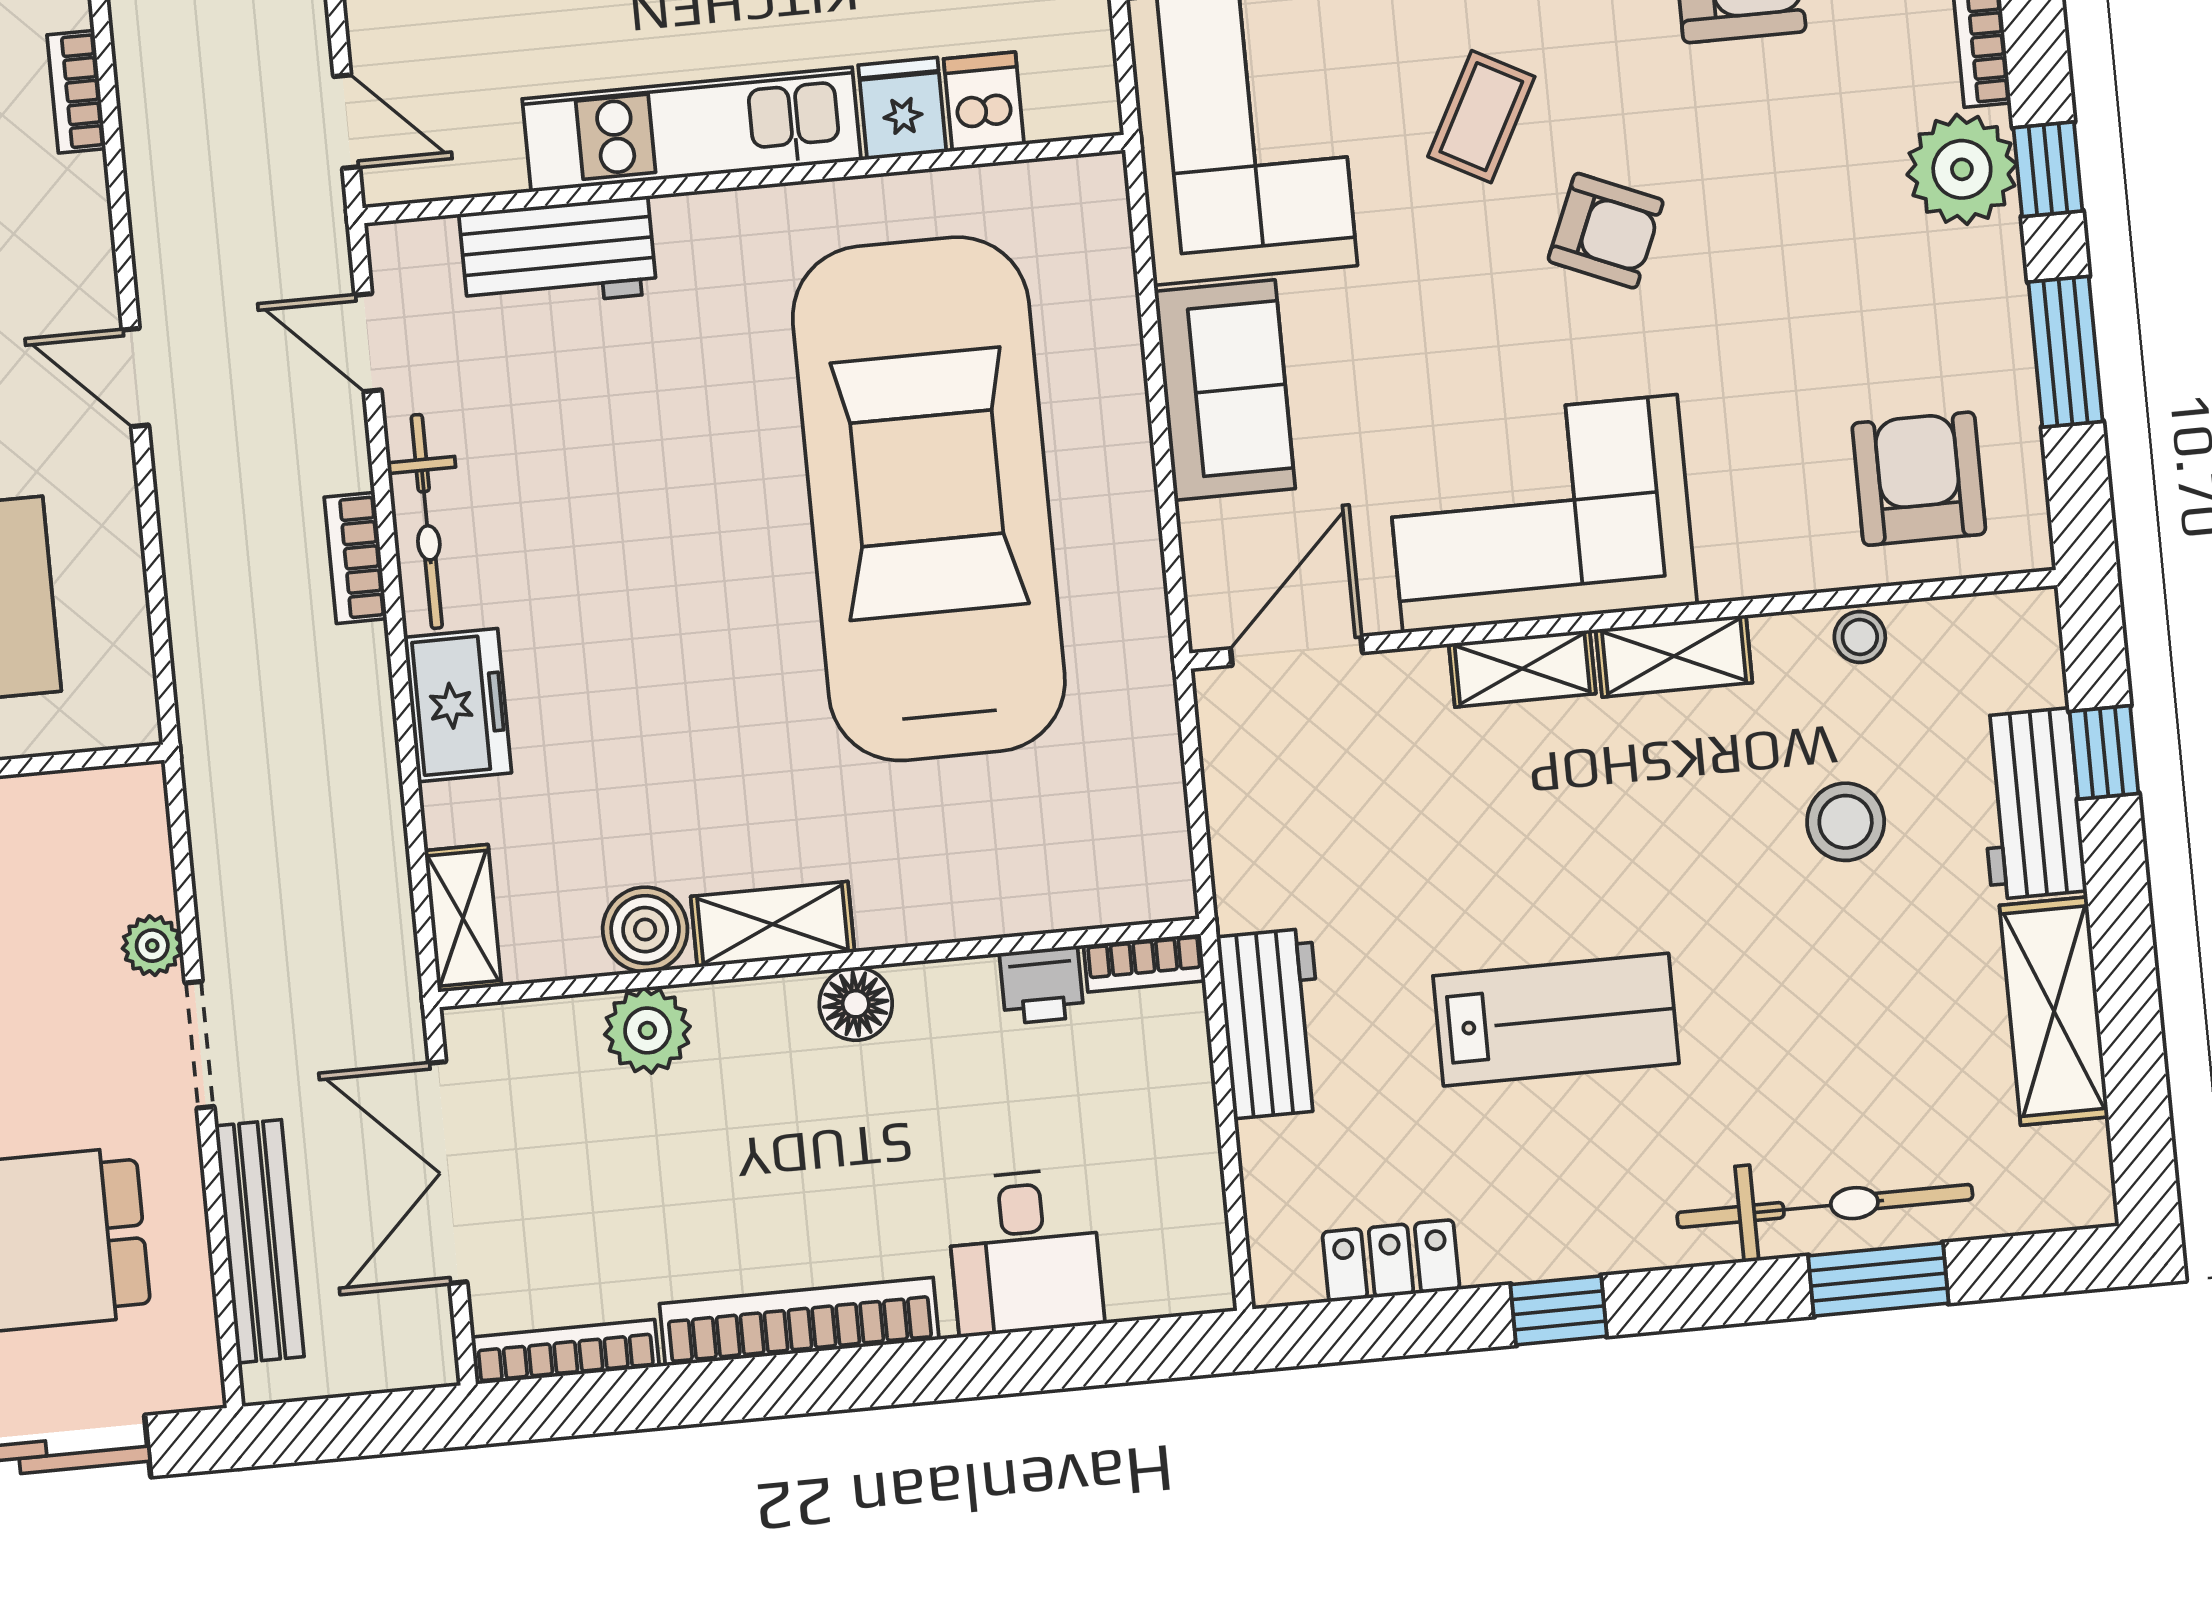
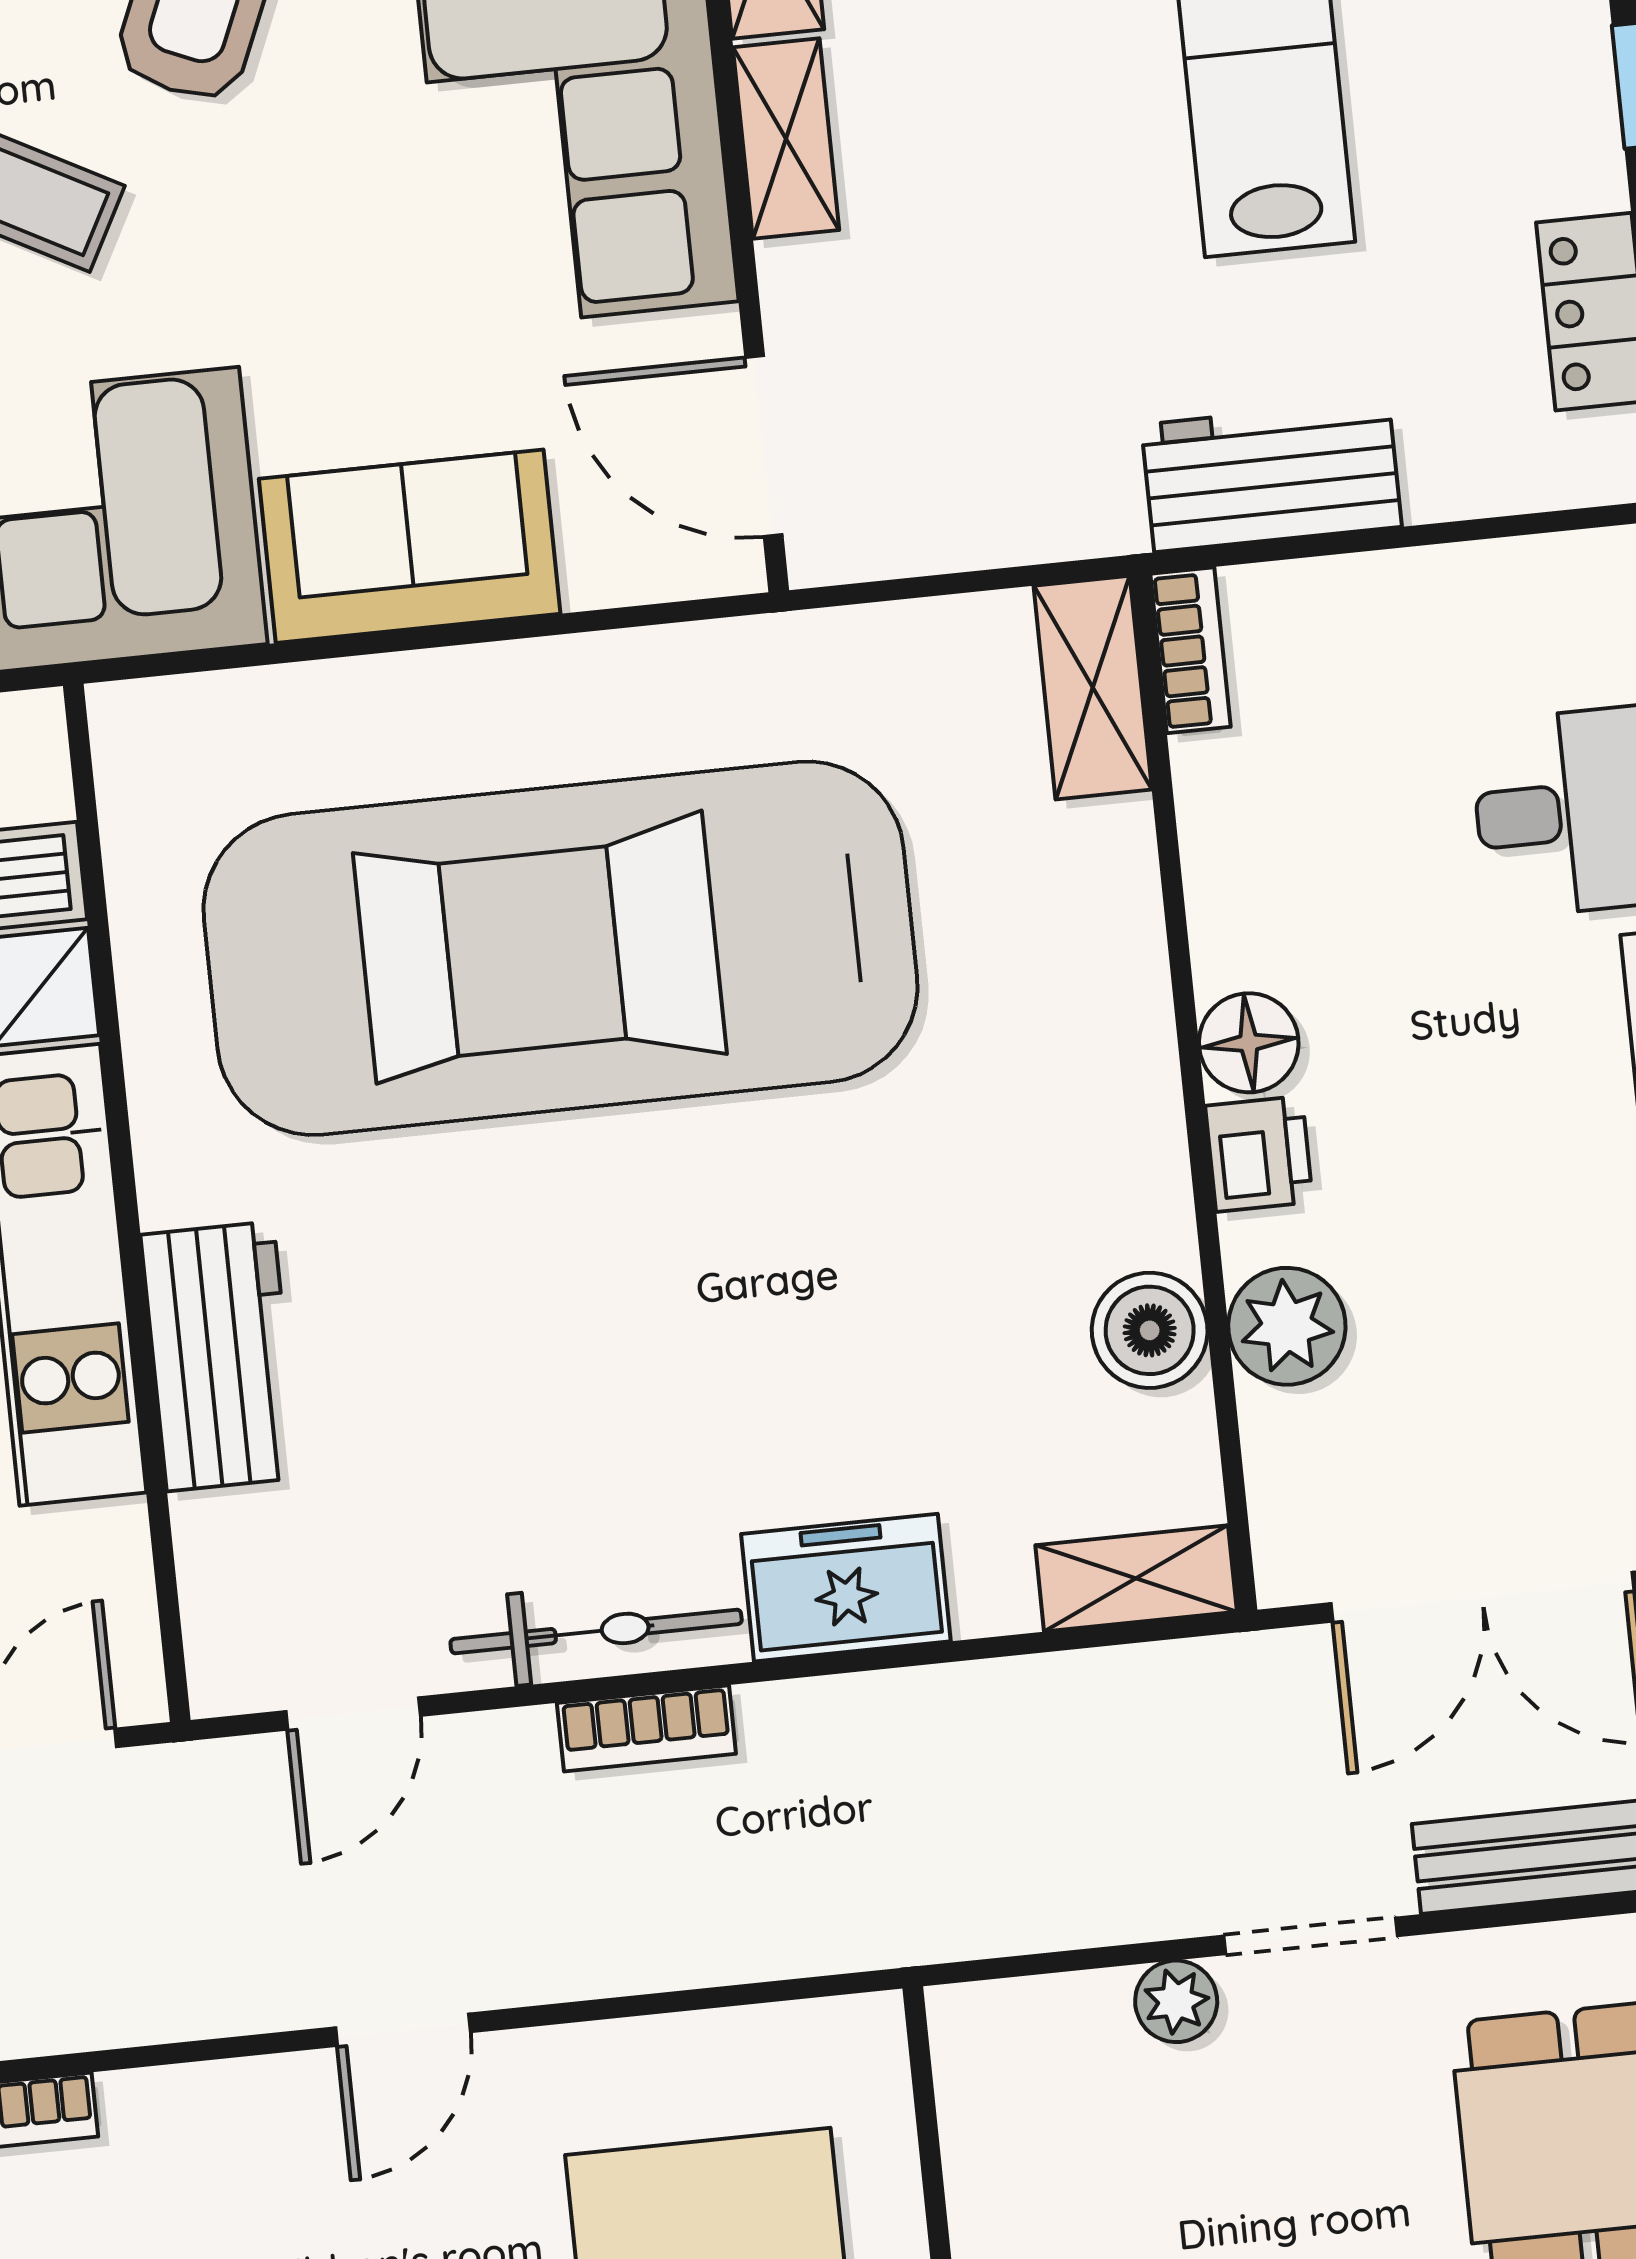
workbench: (558, 254) -> (220, 1356), moved
shelving: (773, 924) -> (1093, 688), moved
printer: (1042, 985) -> (1259, 1154), moved

